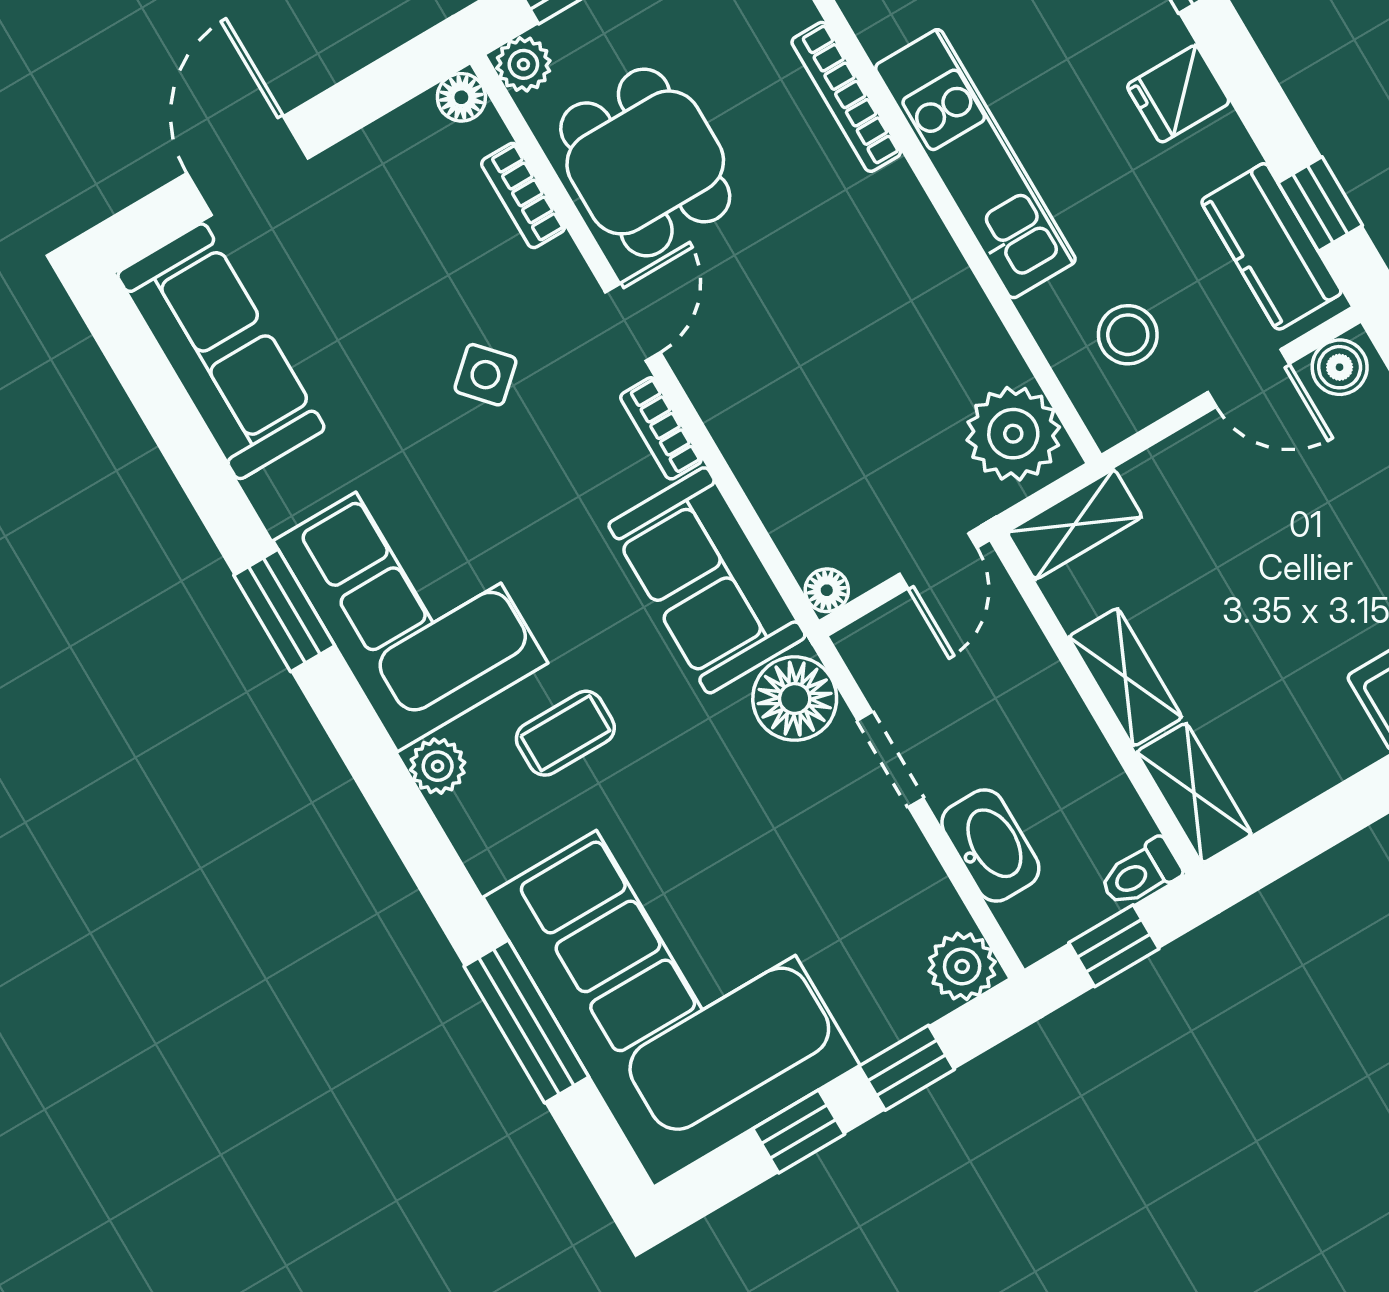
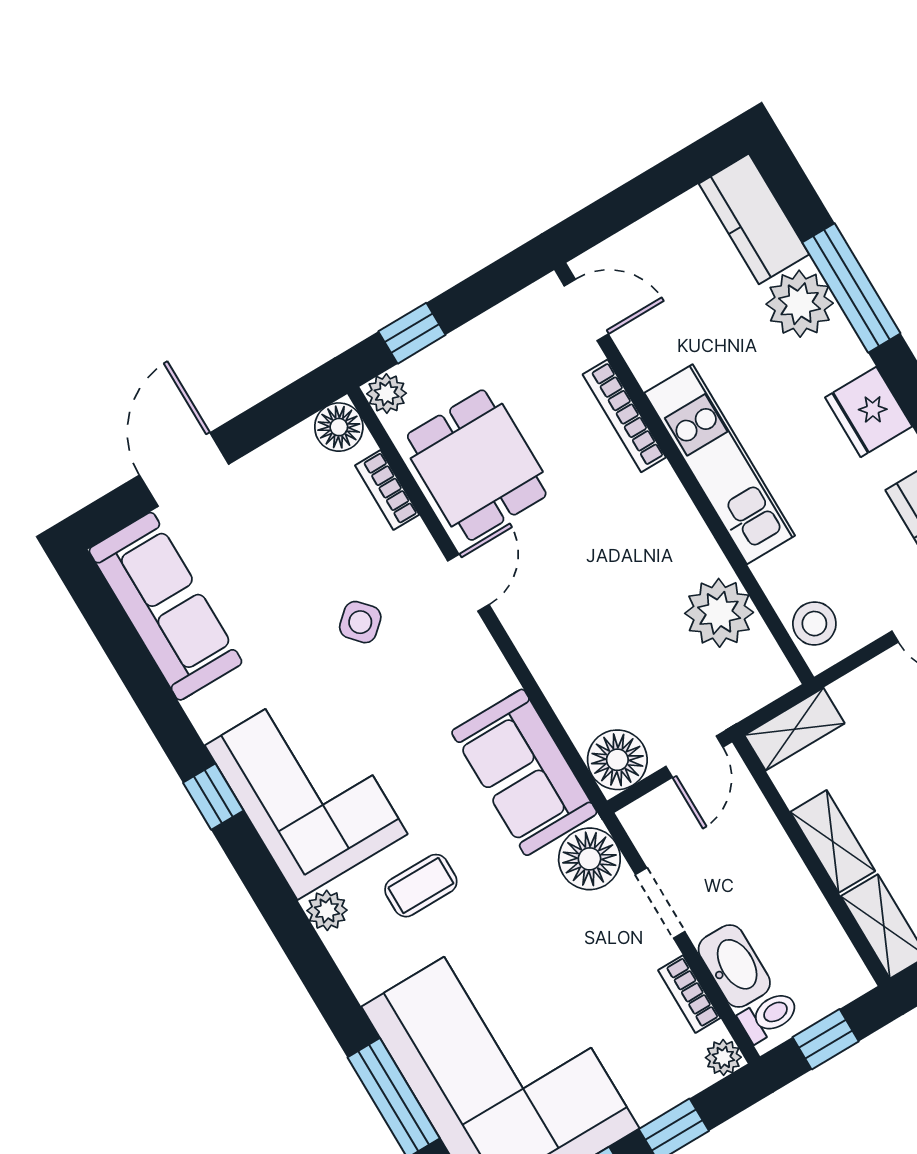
fridge: (1178, 94) -> (869, 412), width x1.38
floor lamp: (461, 97) -> (339, 427), width x1.37, depth x1.37
stool: (1128, 335) -> (814, 624), moved
bookcase: (661, 428) -> (689, 994), moved
plant: (1013, 434) -> (719, 613), moved
floor lamp: (827, 590) -> (617, 760), width x1.89, depth x1.89
window: (284, 610) -> (213, 797), width x0.67
toilet: (1140, 873) -> (769, 1016), moved, turned 180
plant: (962, 966) -> (723, 1057), width x0.73, depth x0.73

